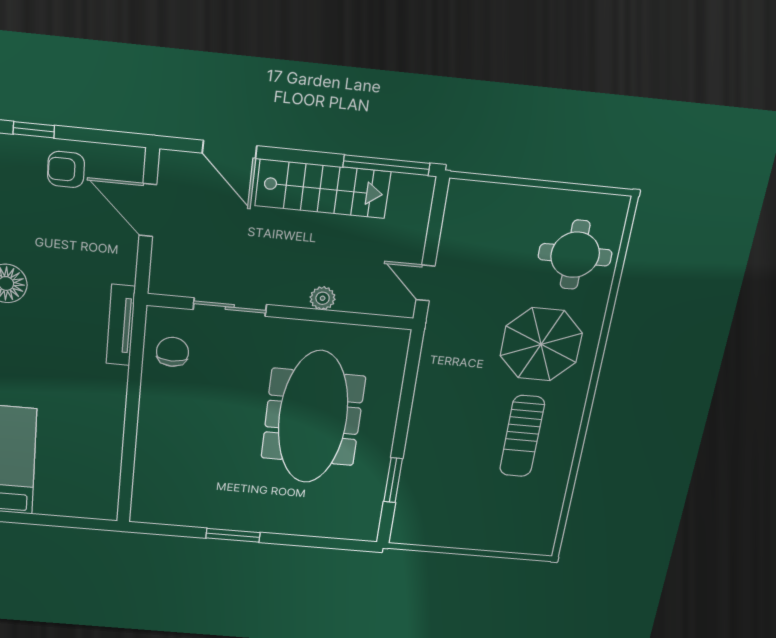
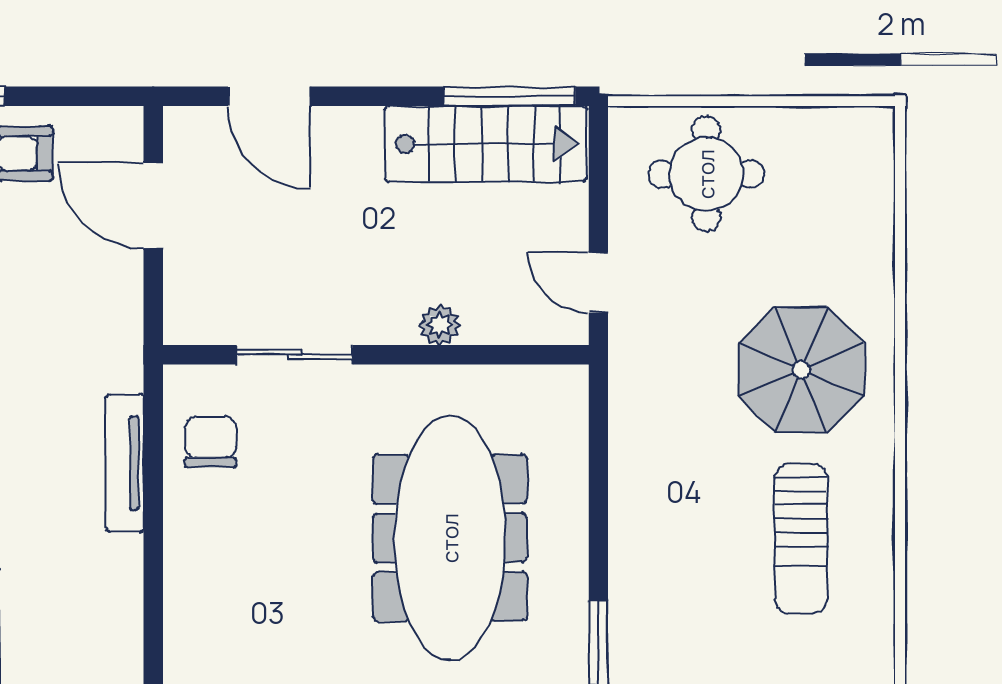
stairs: (323, 189) -> (486, 144), moved
round table: (575, 255) -> (706, 174), moved
tv unit: (121, 325) -> (125, 463), moved

